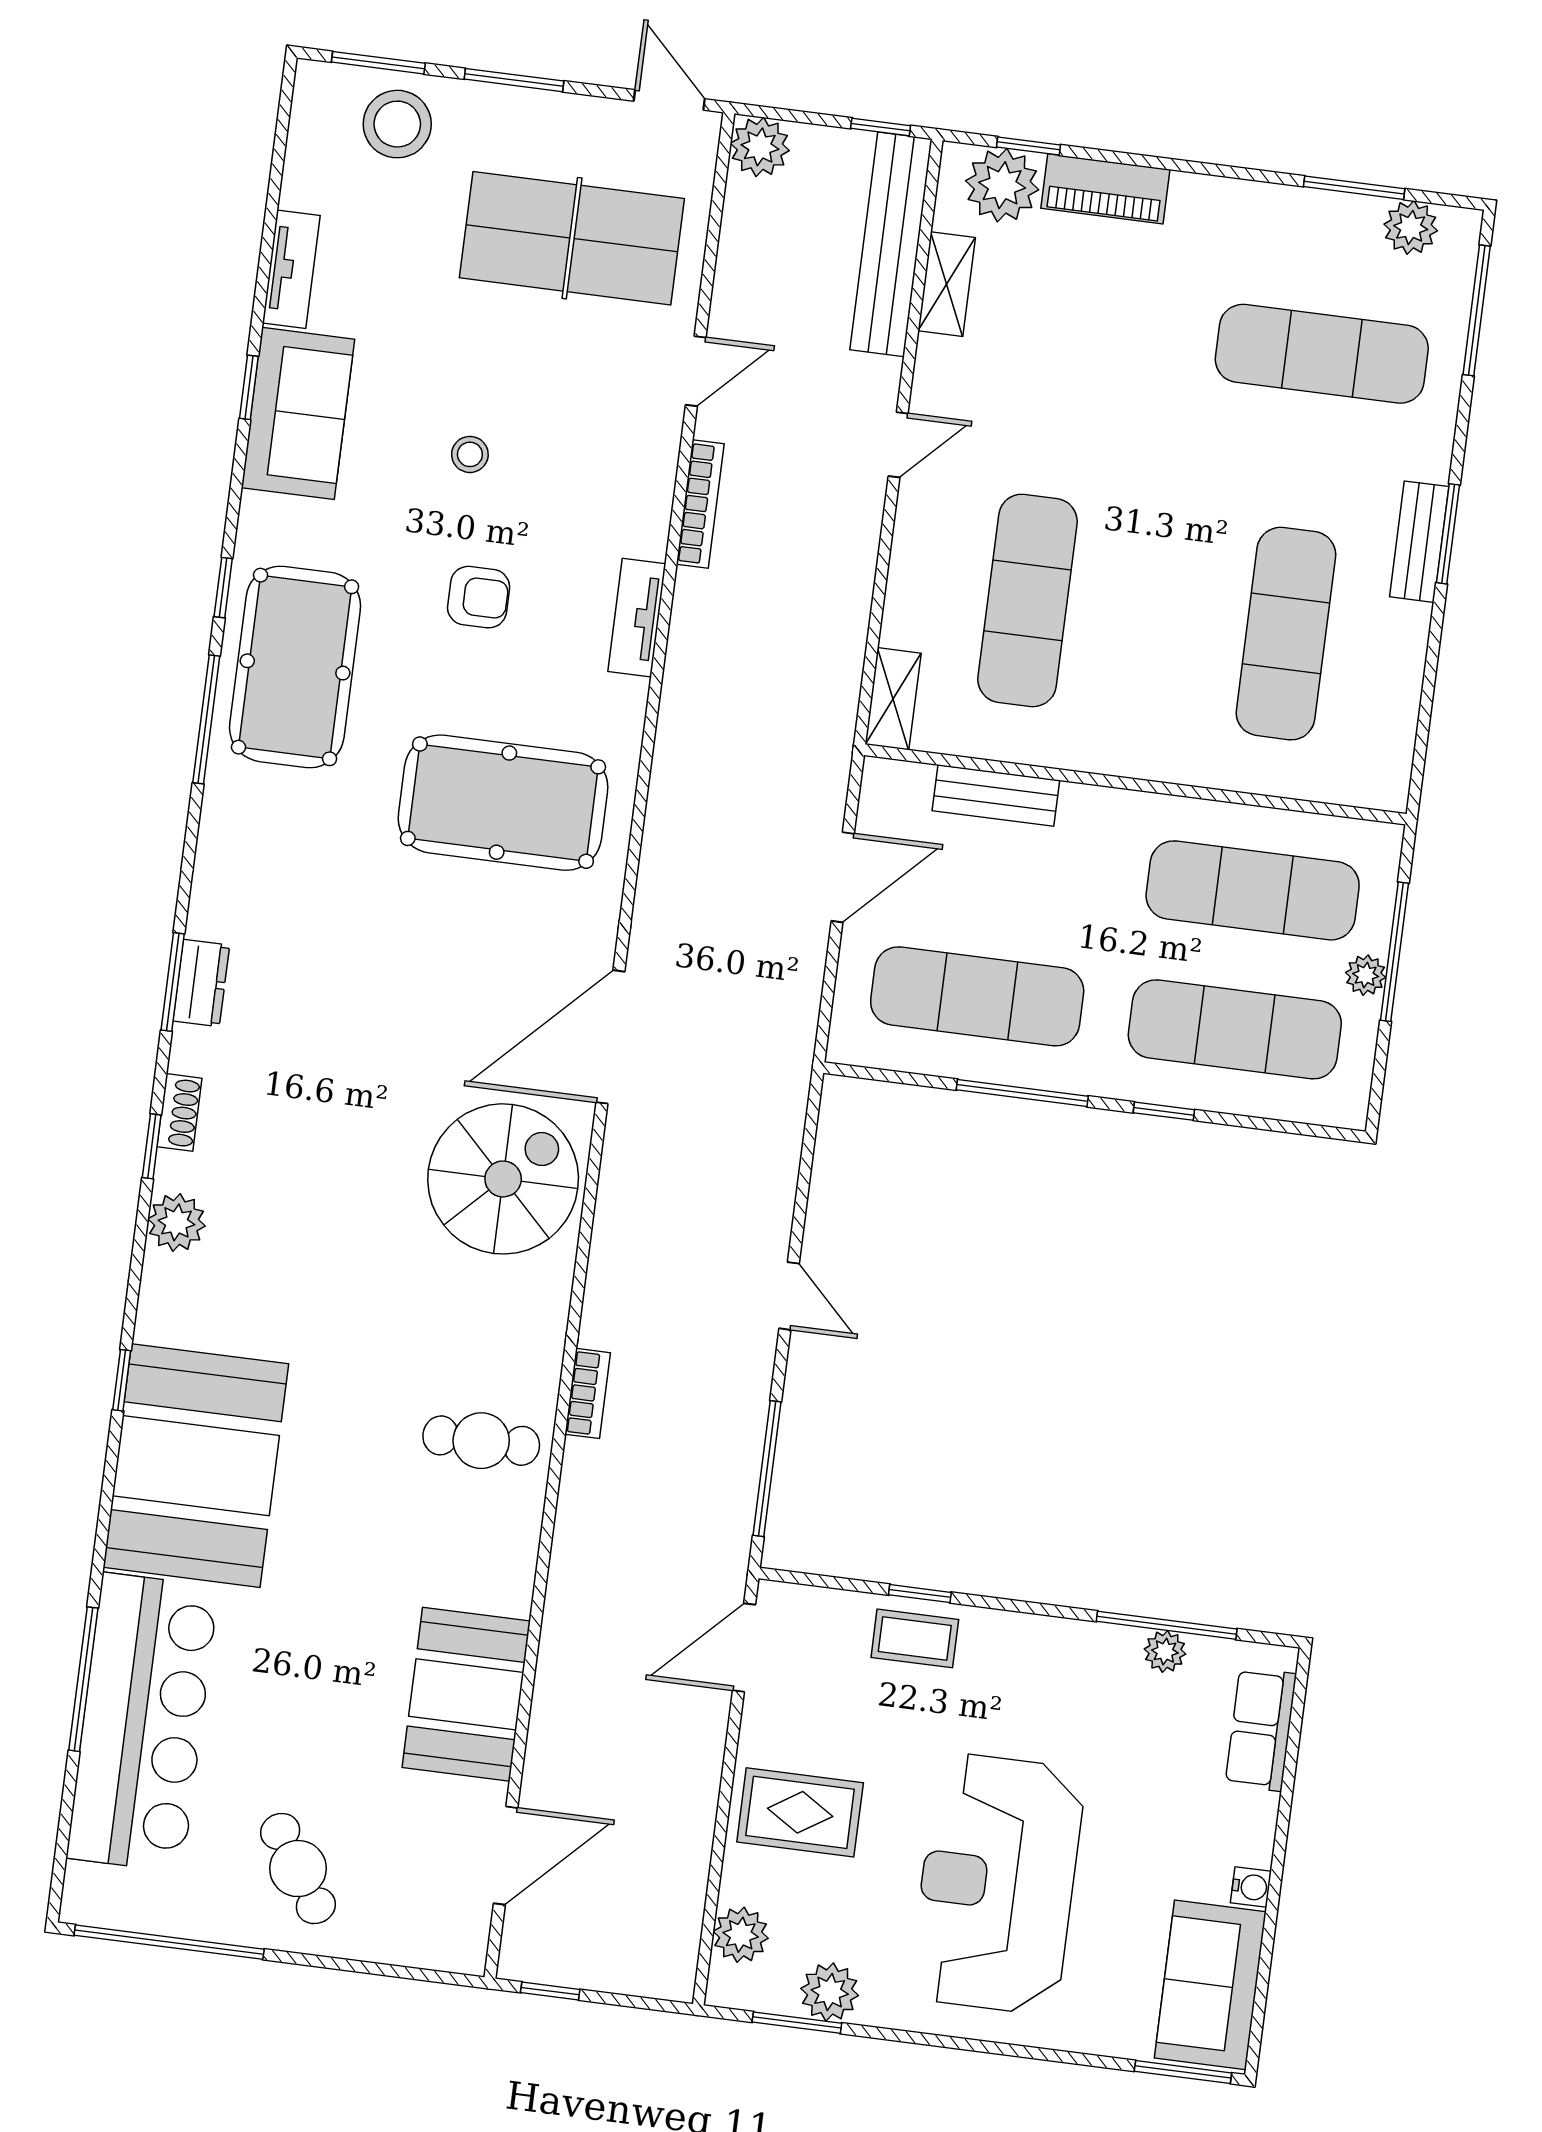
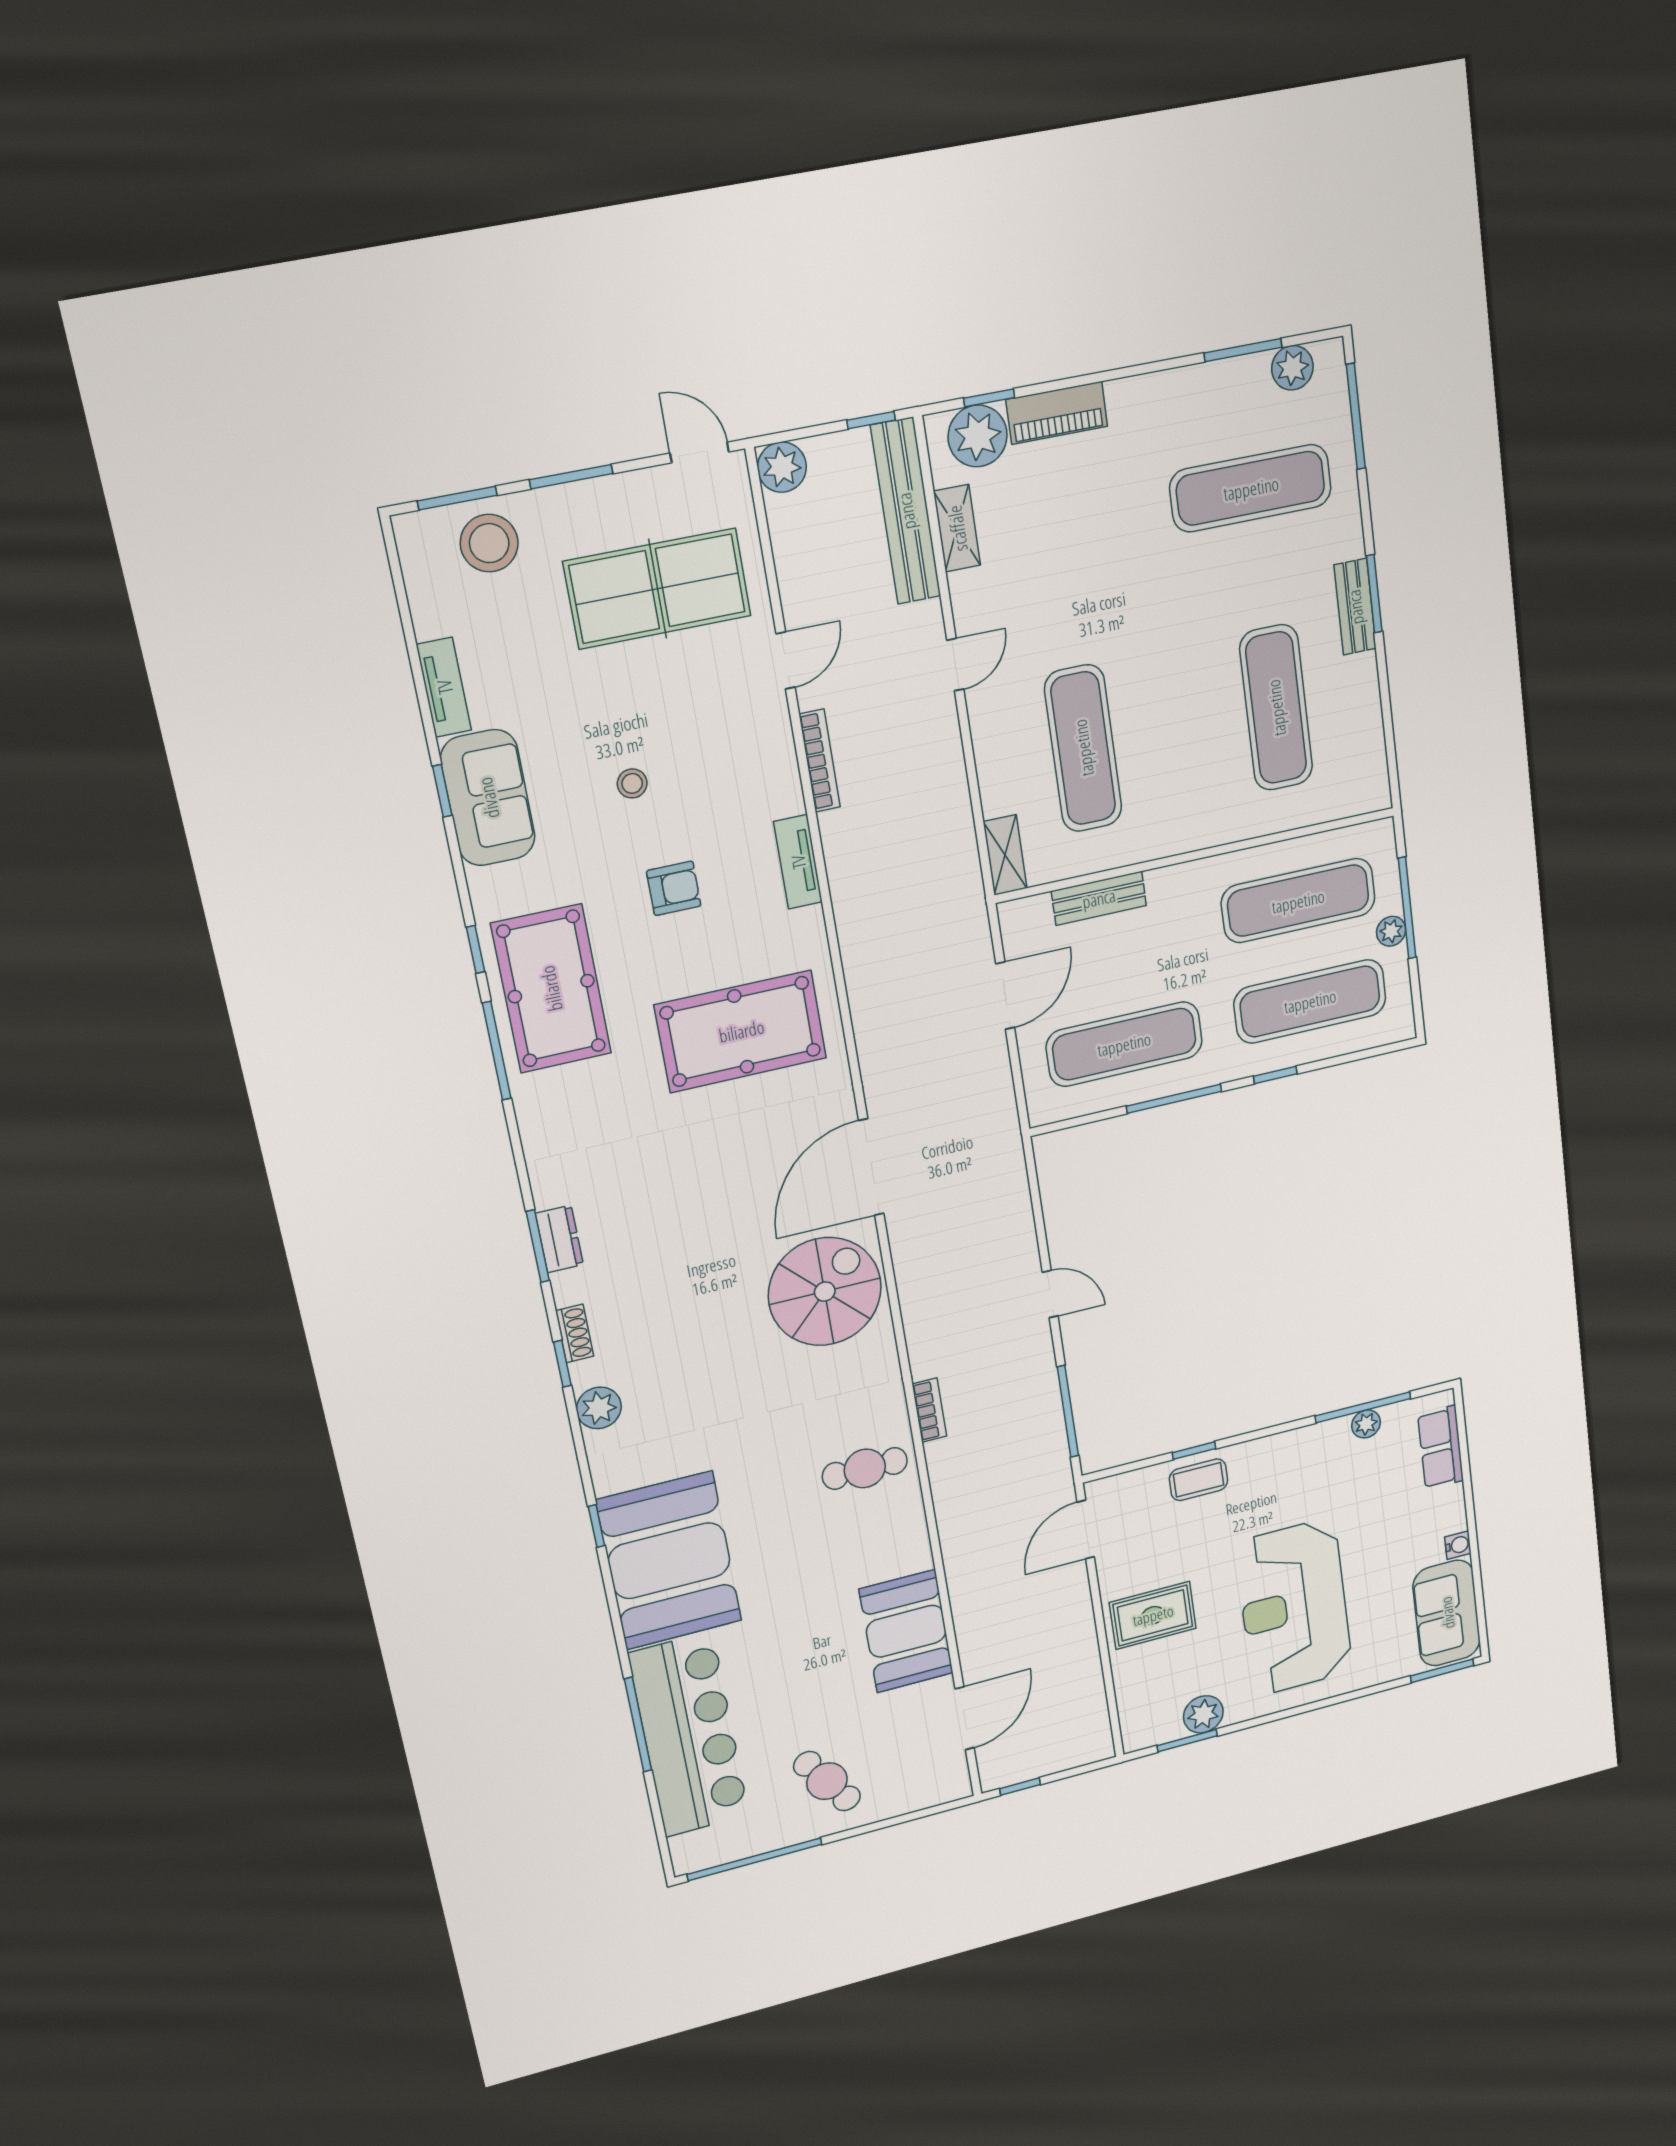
plant: (741, 1935) -> (1135, 1704), removed

